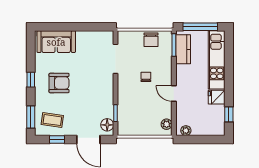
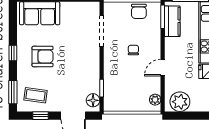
door: (174, 94) -> (163, 68), hinge flipped
plant: (186, 131) -> (180, 102), width x1.88, depth x1.88

